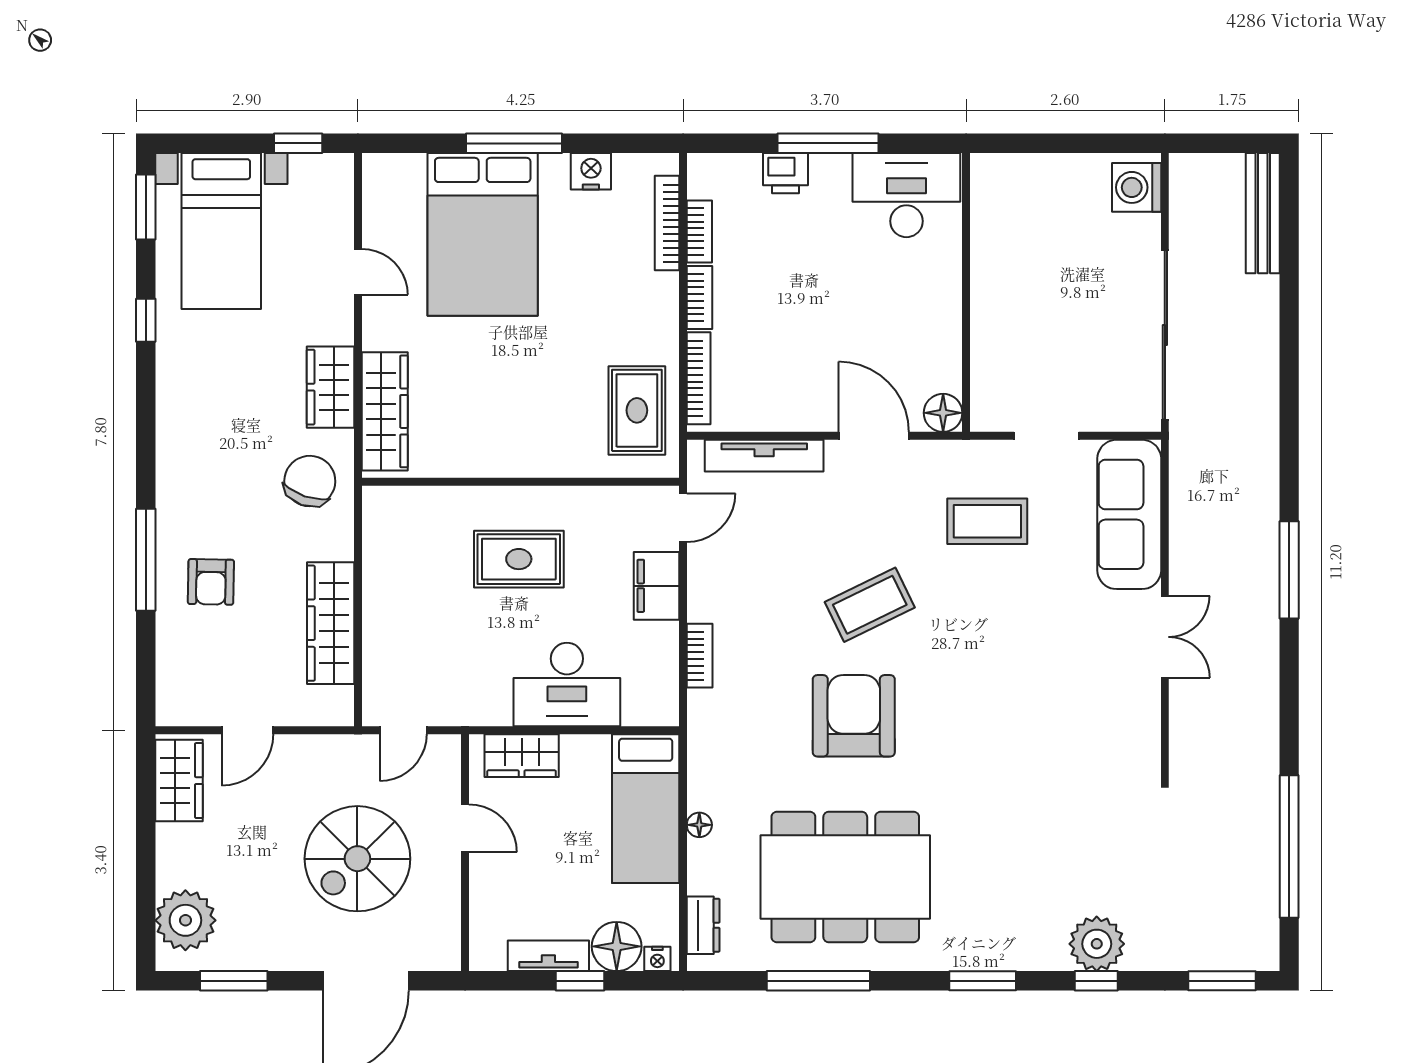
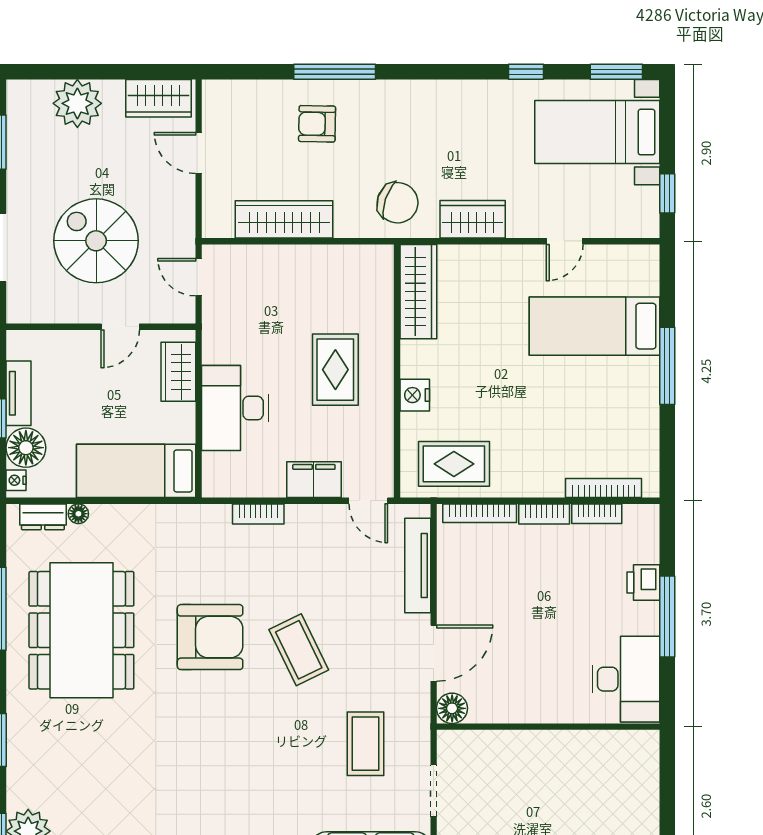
nightstand: (591, 171) -> (415, 395), moved, turned 180
bed: (483, 234) -> (594, 326), width x0.67
wardrobe: (385, 411) -> (418, 292), moved, turned -90
floor lamp: (699, 825) -> (78, 514), moved
plant: (185, 920) -> (77, 103), moved

